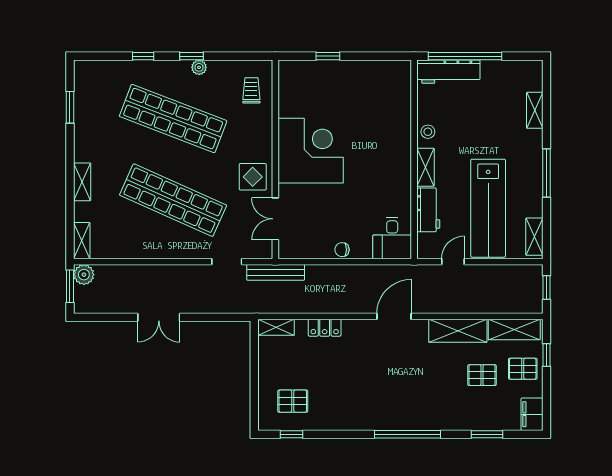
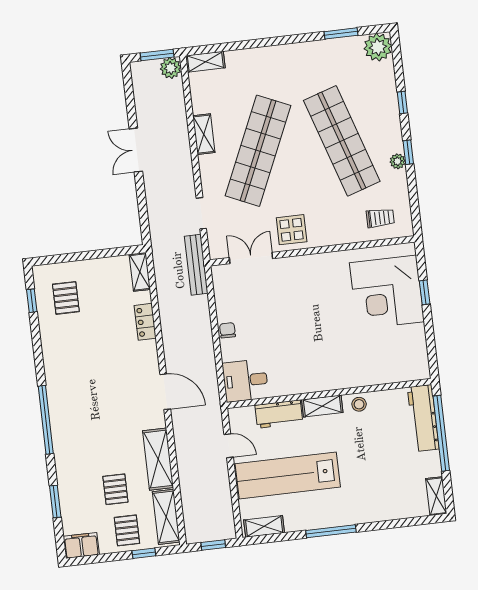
plant: (87, 73) -> (378, 47), added
shelving: (535, 110) -> (436, 496), moved, turned 90
shop shelf: (173, 119) -> (342, 141), turned -39
corner desk: (311, 151) -> (387, 292), moved, turned 90
shelving: (82, 182) -> (204, 134), moved, turned 90

